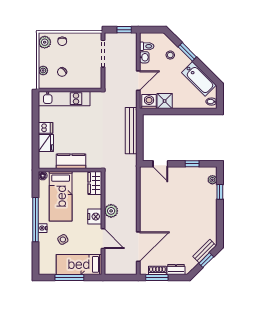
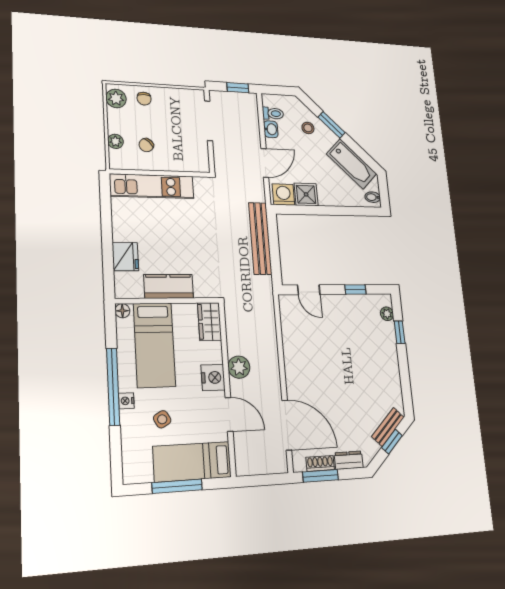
dishwasher: (45, 128) -> (123, 232), removed
door: (138, 247) -> (287, 425), hinge flipped

